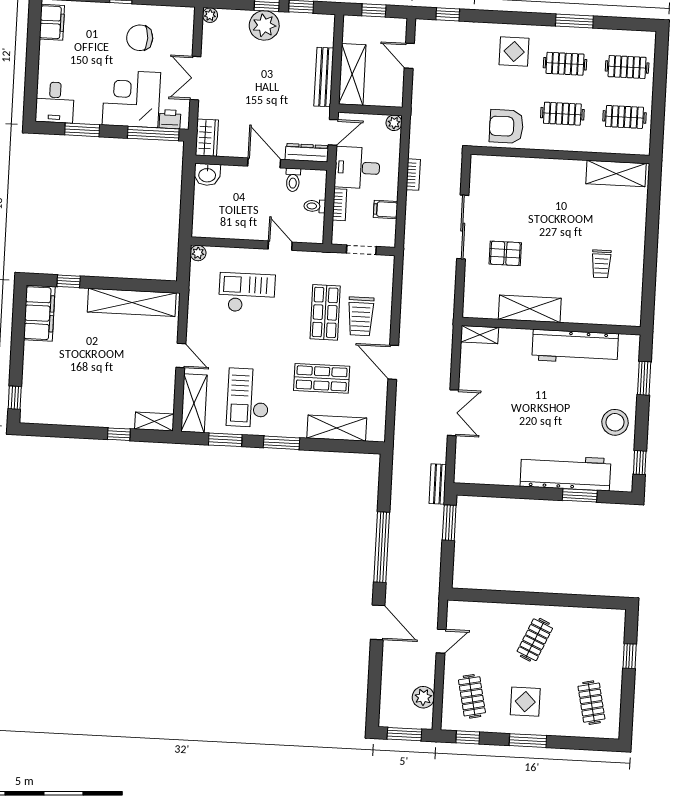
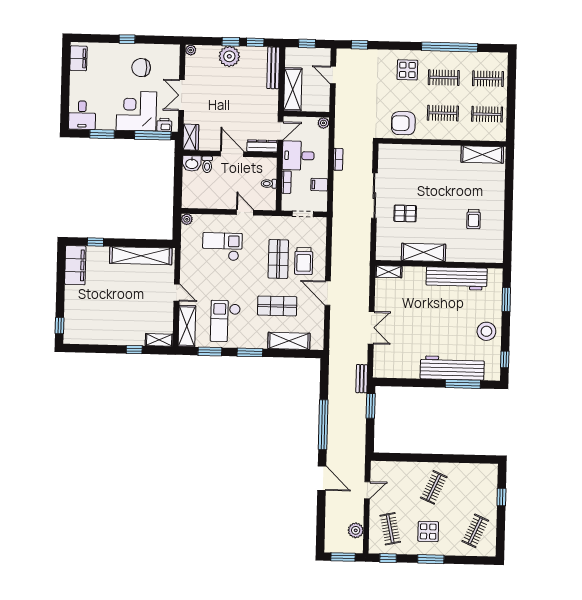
window: (574, 21) -> (450, 47), width x2.11
bench: (324, 77) -> (273, 68), moved
toilet: (293, 180) -> (207, 164), moved
window: (580, 495) -> (463, 384), width x1.44
clothes rail: (591, 703) -> (475, 531), turned 36

